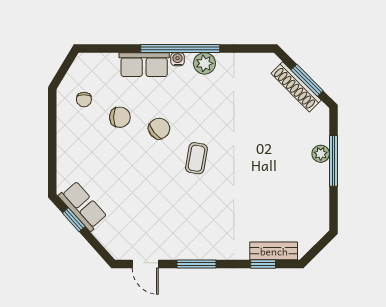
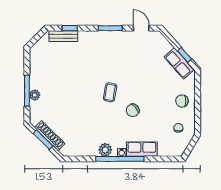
chair: (120, 117) -> (182, 101), moved

